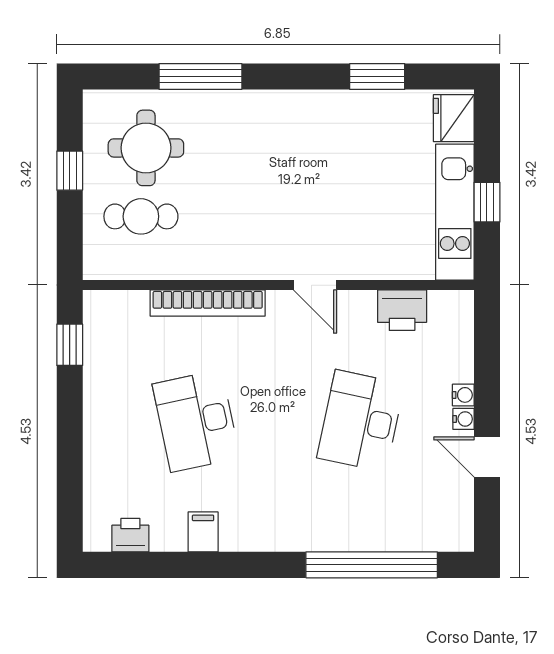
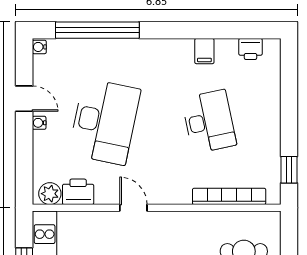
bookcase: (208, 303) -> (229, 196), moved
plant: (446, 307) -> (50, 194), added
water cooler: (463, 395) -> (39, 47), moved
desk: (361, 421) -> (104, 122), width x1.36, depth x1.30

